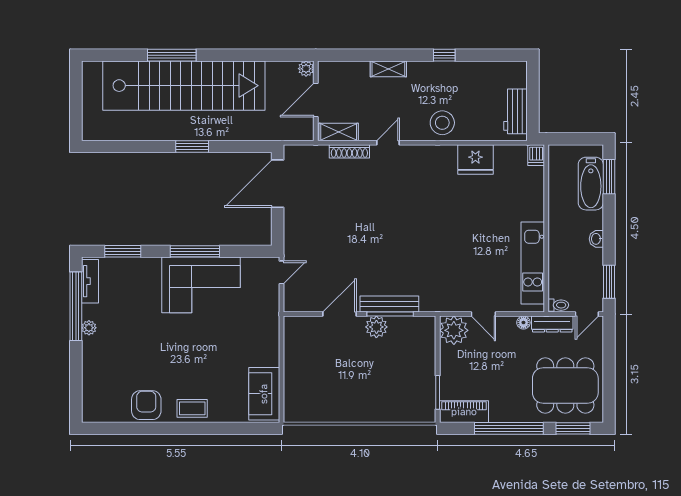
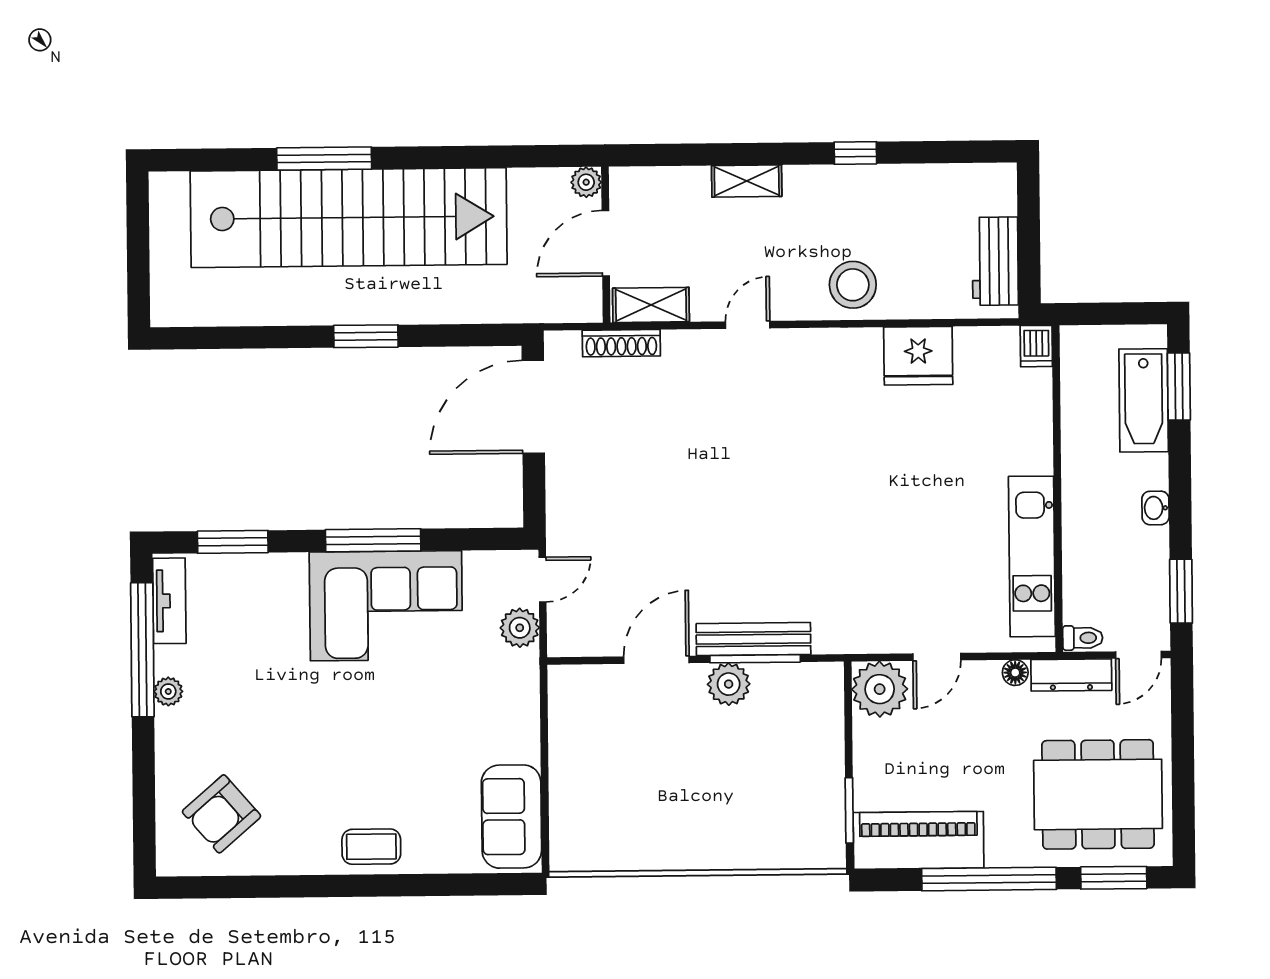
shoe rack: (349, 151) -> (621, 343), moved
plant: (270, 297) -> (520, 628), added
door: (483, 314) -> (937, 657), hinge flipped
armchair: (146, 405) -> (221, 814), moved, turned -131
piano: (464, 412) -> (918, 840), width x1.37, depth x1.33

